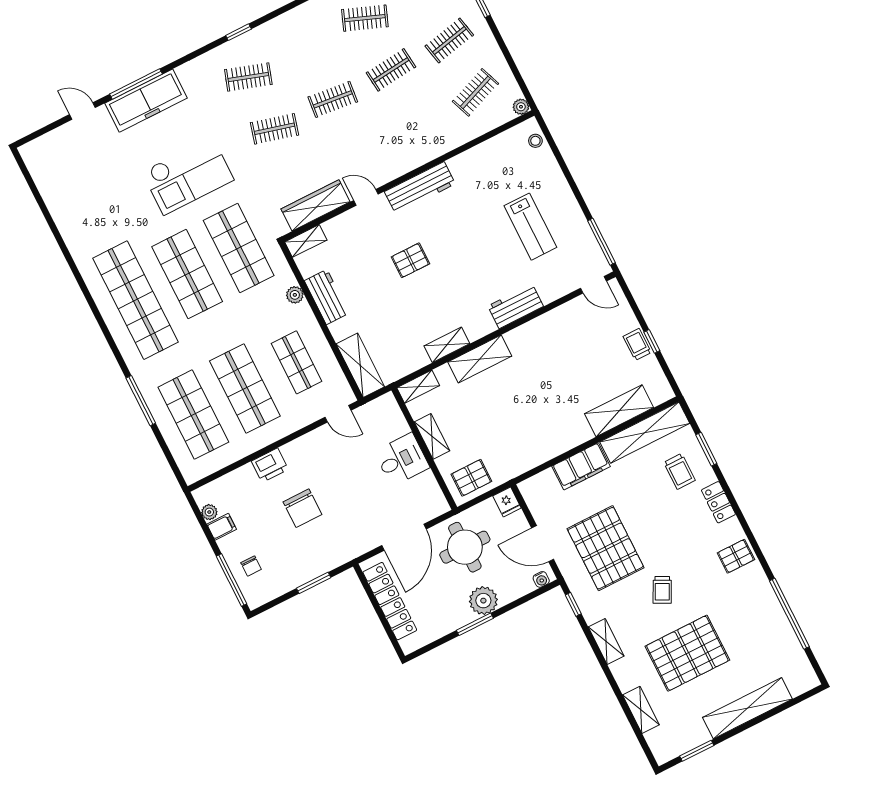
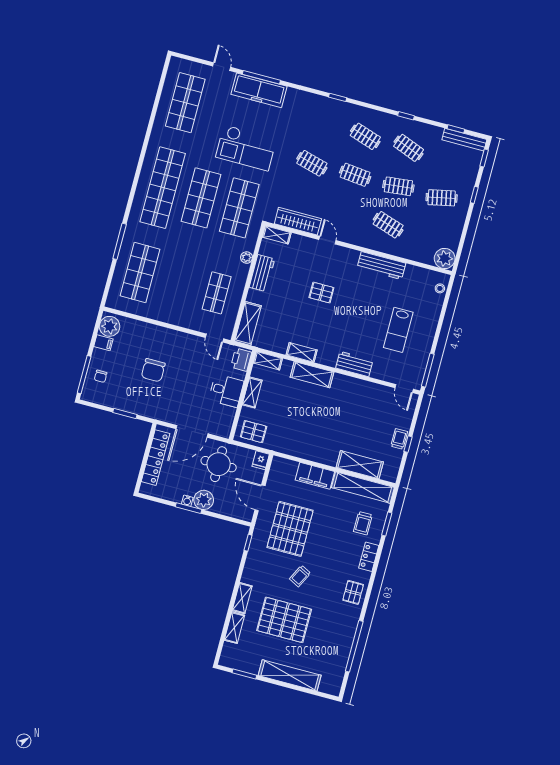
clothes rail: (248, 77) -> (365, 136), moved
clothes rail: (475, 92) -> (388, 225), moved, turned 39
plant: (521, 107) -> (445, 259), width x1.88, depth x1.88
workbench: (420, 188) -> (381, 266), moved
shop shelf: (245, 389) -> (185, 103), moved
printer: (270, 465) -> (241, 360), moved, turned 90
plant: (209, 512) -> (110, 326), width x1.87, depth x1.87
pallet: (736, 556) -> (353, 592), turned 90
water cooler: (541, 579) -> (187, 501), moved
shelving: (606, 641) -> (242, 598), moved

